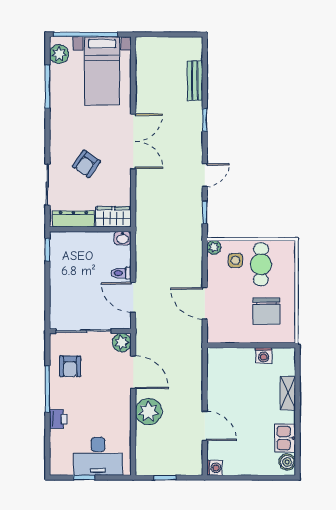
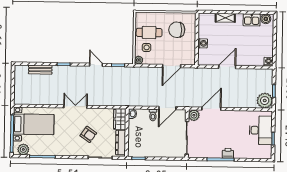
double door: (133, 141) -> (75, 107), width x0.73
chair: (266, 311) -> (177, 30), turned 180
washing machine: (264, 355) -> (203, 43), moved
armchair: (70, 366) -> (207, 146), removed
plant: (149, 412) -> (265, 101), moved
printer: (58, 419) -> (228, 153), moved
door: (205, 426) -> (227, 67), moved

